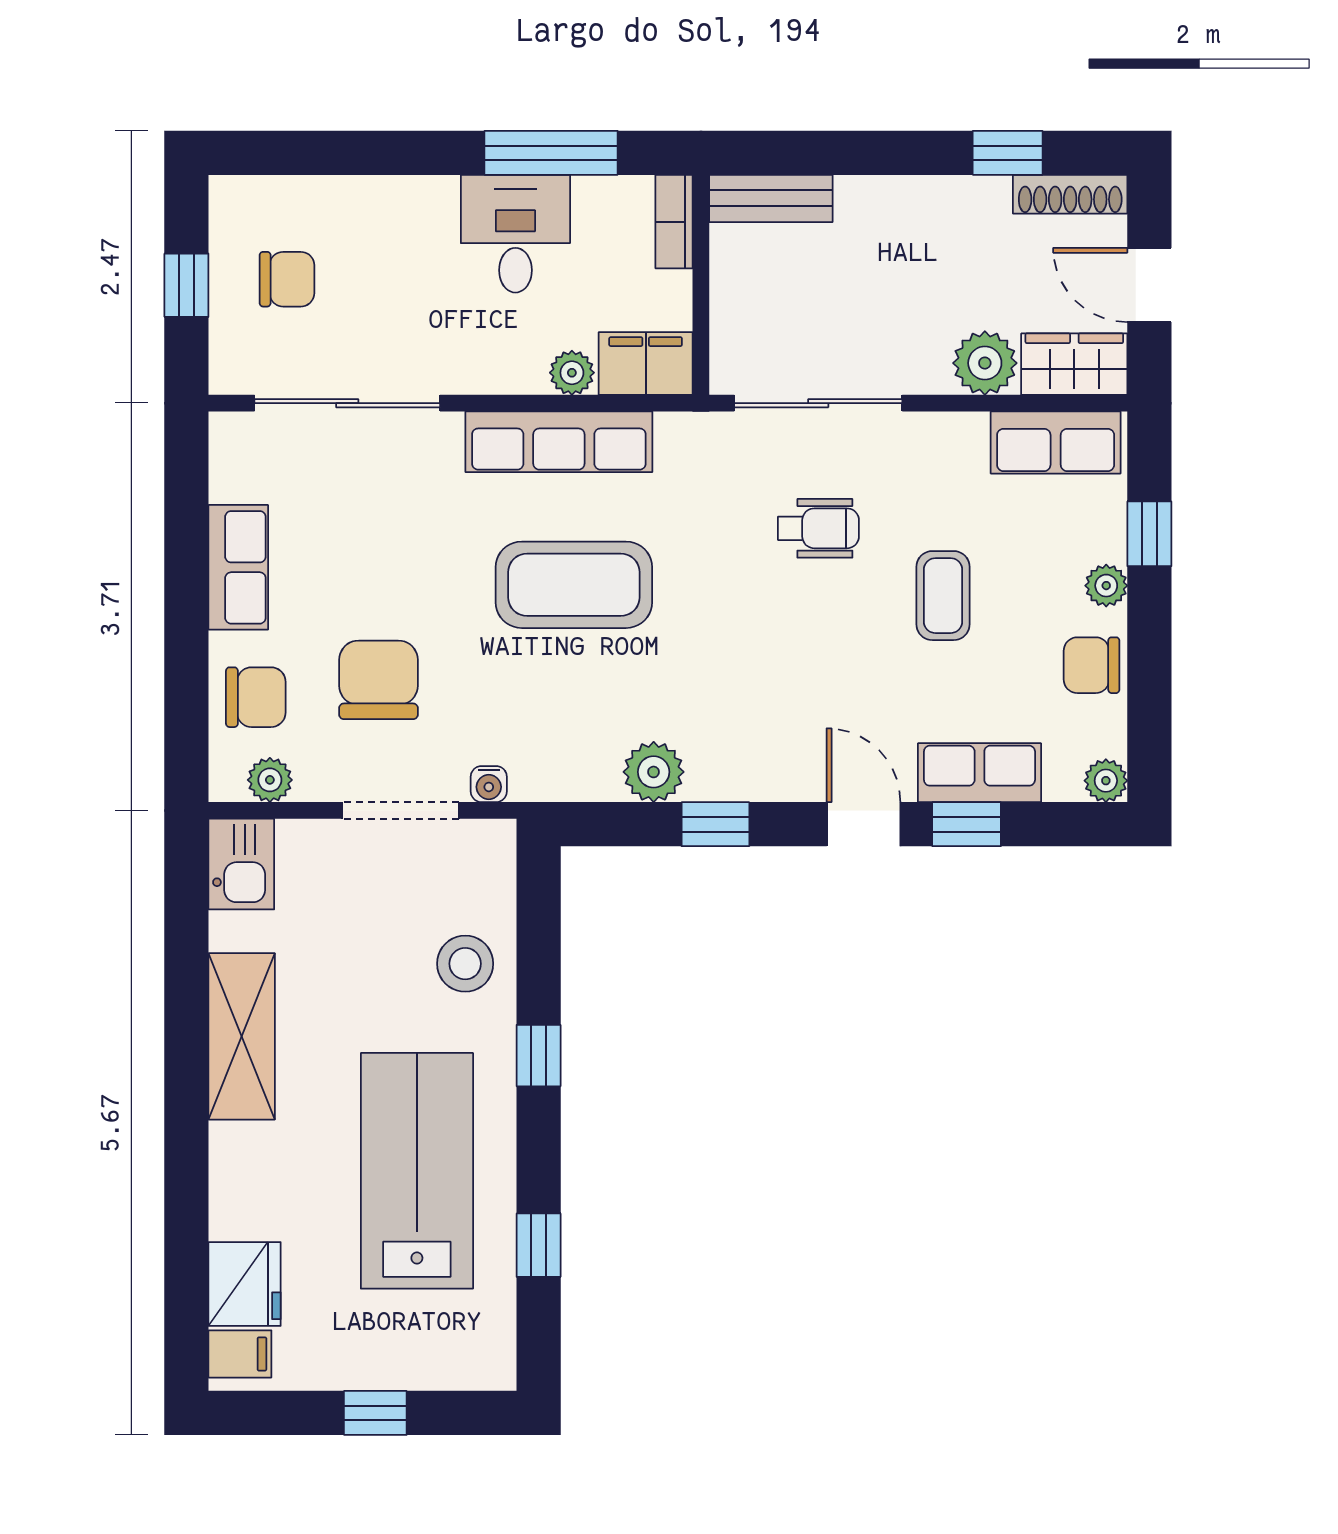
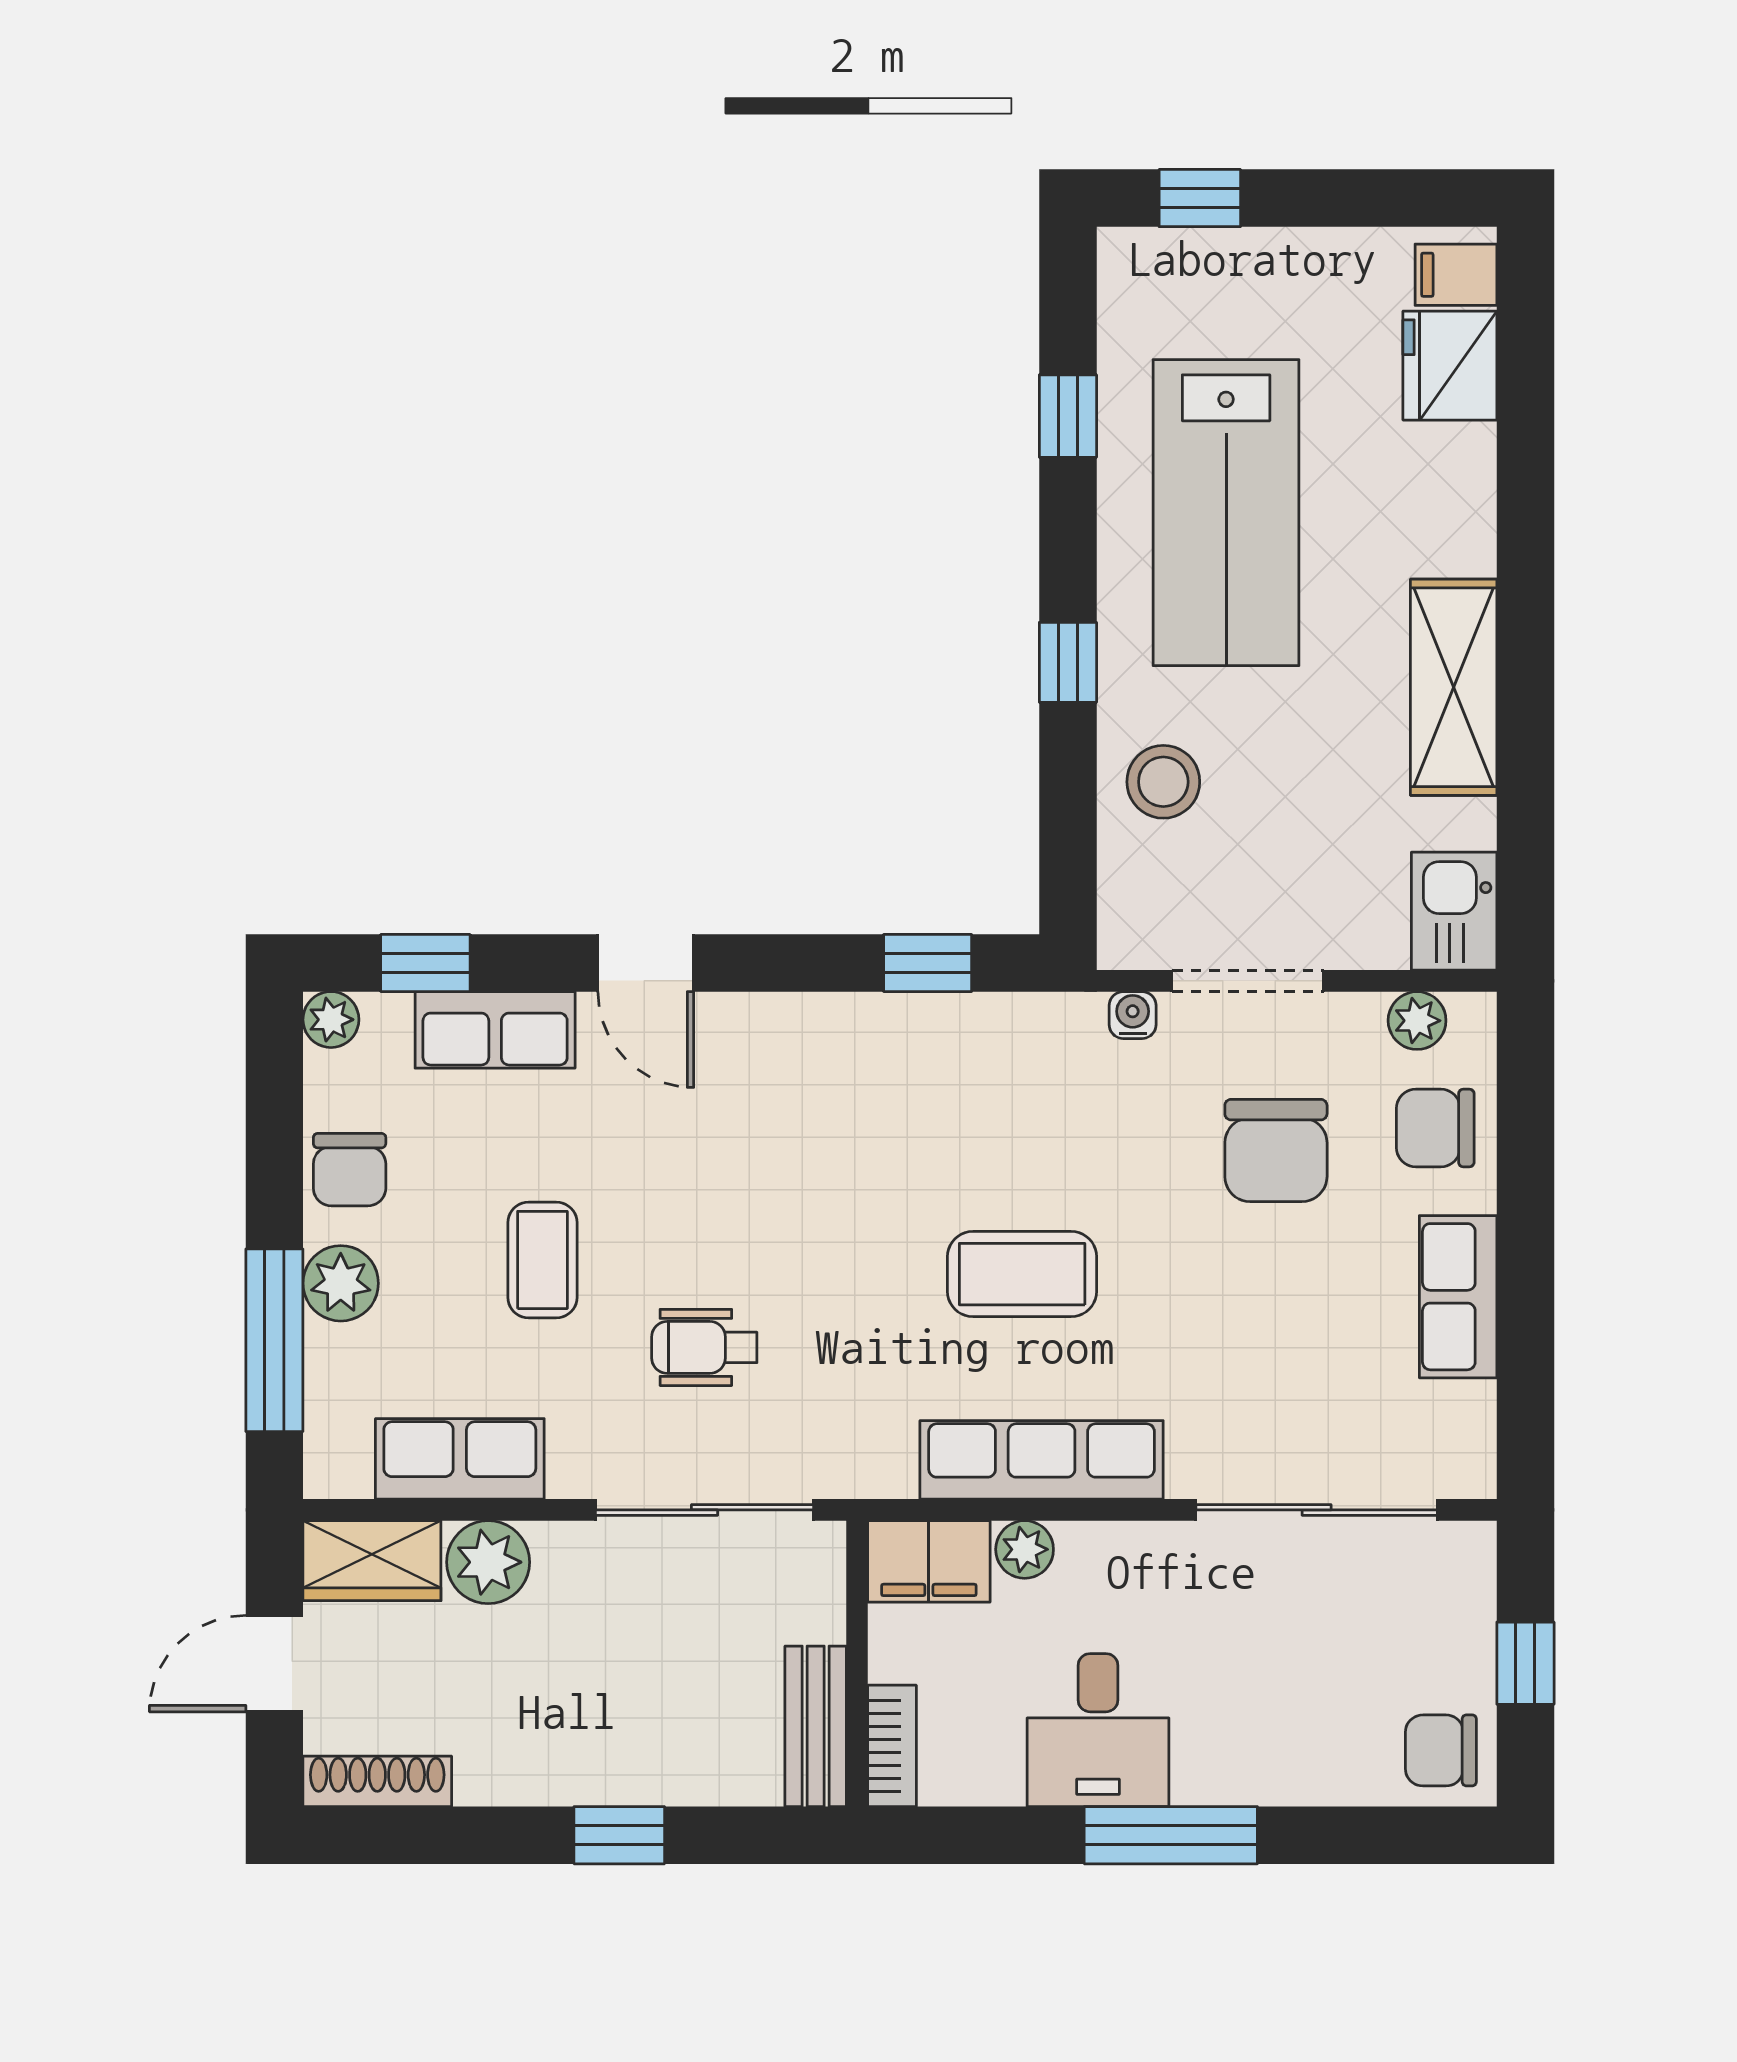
window: (551, 153) -> (1171, 1835), moved
window: (1008, 153) -> (619, 1835), moved
bench: (771, 198) -> (816, 1726), moved, turned 90
chair: (287, 279) -> (1441, 1750), moved
door: (1149, 285) -> (274, 1664), swing flipped
row of seats: (1056, 443) -> (460, 1459), moved
window: (1149, 534) -> (274, 1340), width x2.17
coffee table: (574, 585) -> (1022, 1274), width x0.73, depth x0.76
plant: (1106, 586) -> (341, 1283), width x1.38, depth x1.38
chair: (1091, 665) -> (350, 1170), turned 90
plant: (654, 772) -> (919, 1031), removed
window: (715, 824) -> (928, 963), moved
window: (967, 824) -> (425, 963), moved
window: (375, 1413) -> (1200, 198), moved

